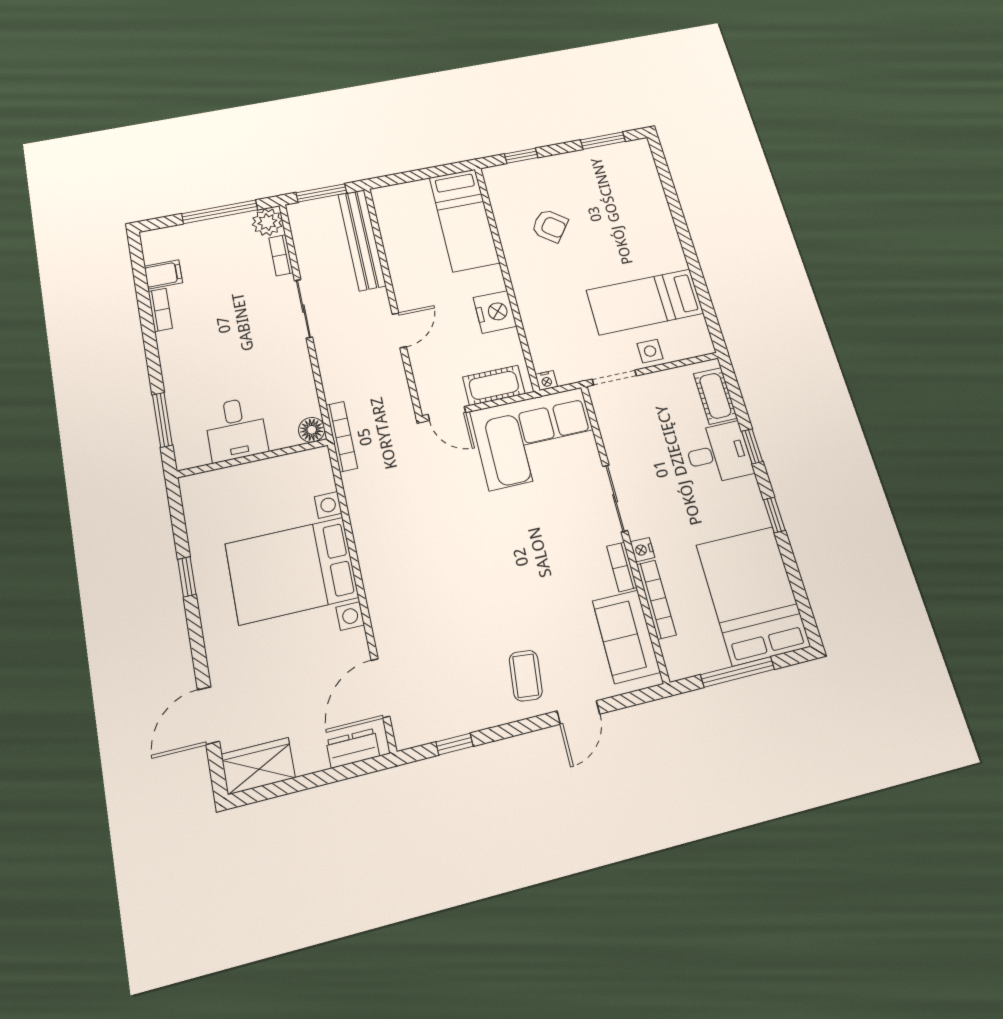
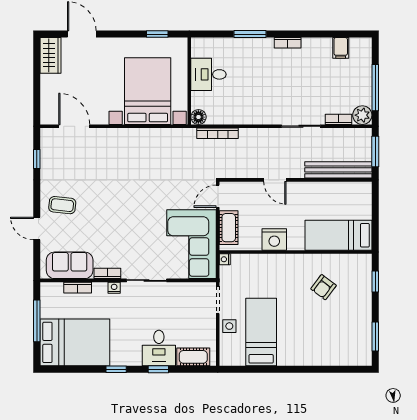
bookcase: (160, 310) -> (288, 43), moved
desk: (236, 429) -> (208, 74), moved
floor lamp: (312, 430) -> (198, 117), moved
wall: (253, 458) -> (189, 81), moved
bookcase: (656, 600) -> (78, 288), width x0.64
dresser: (353, 748) -> (47, 106), removed

